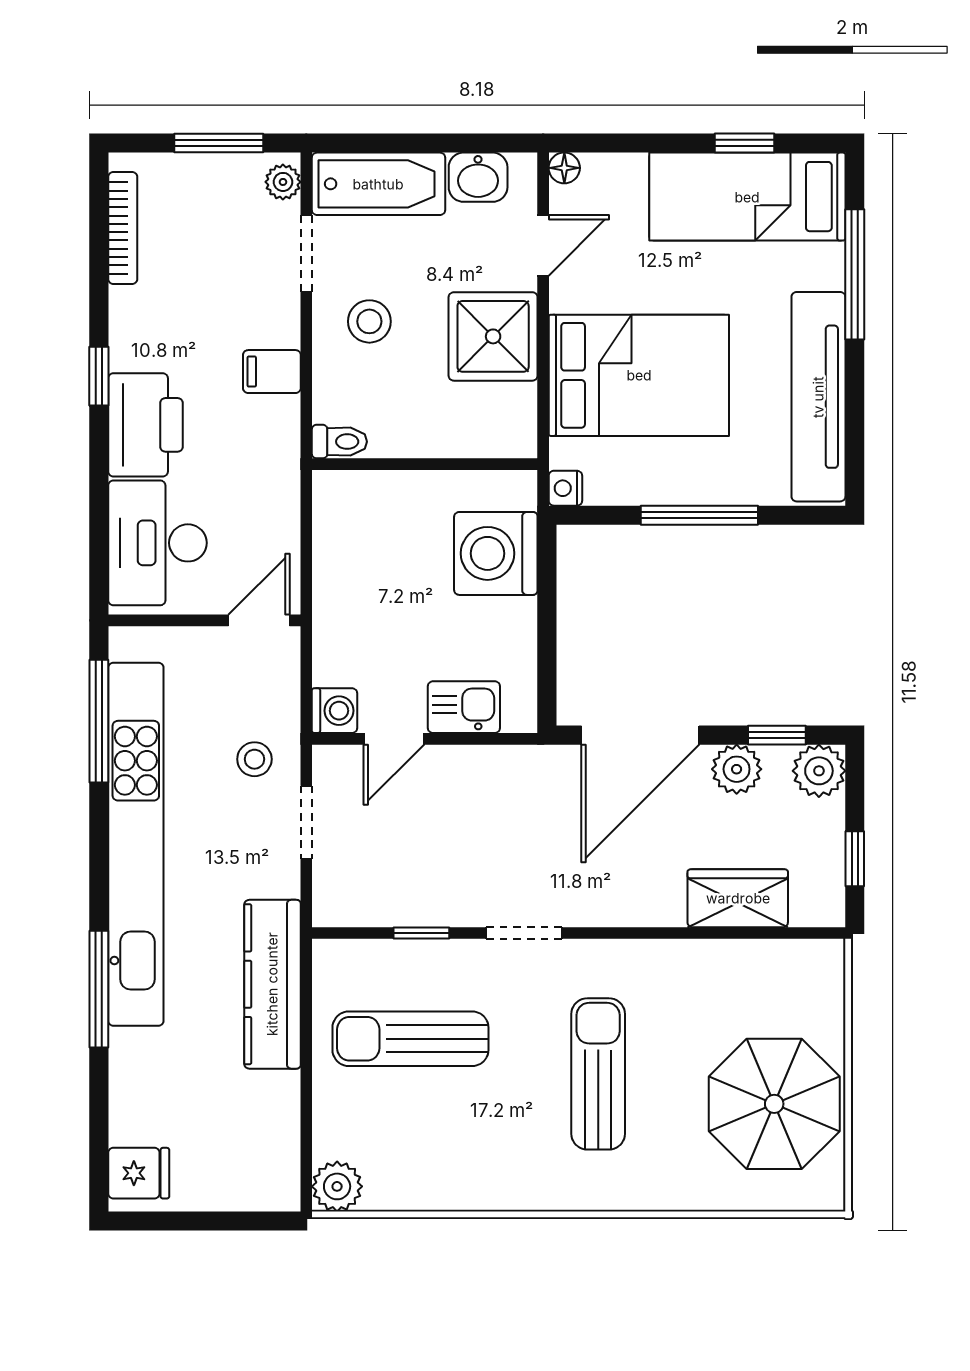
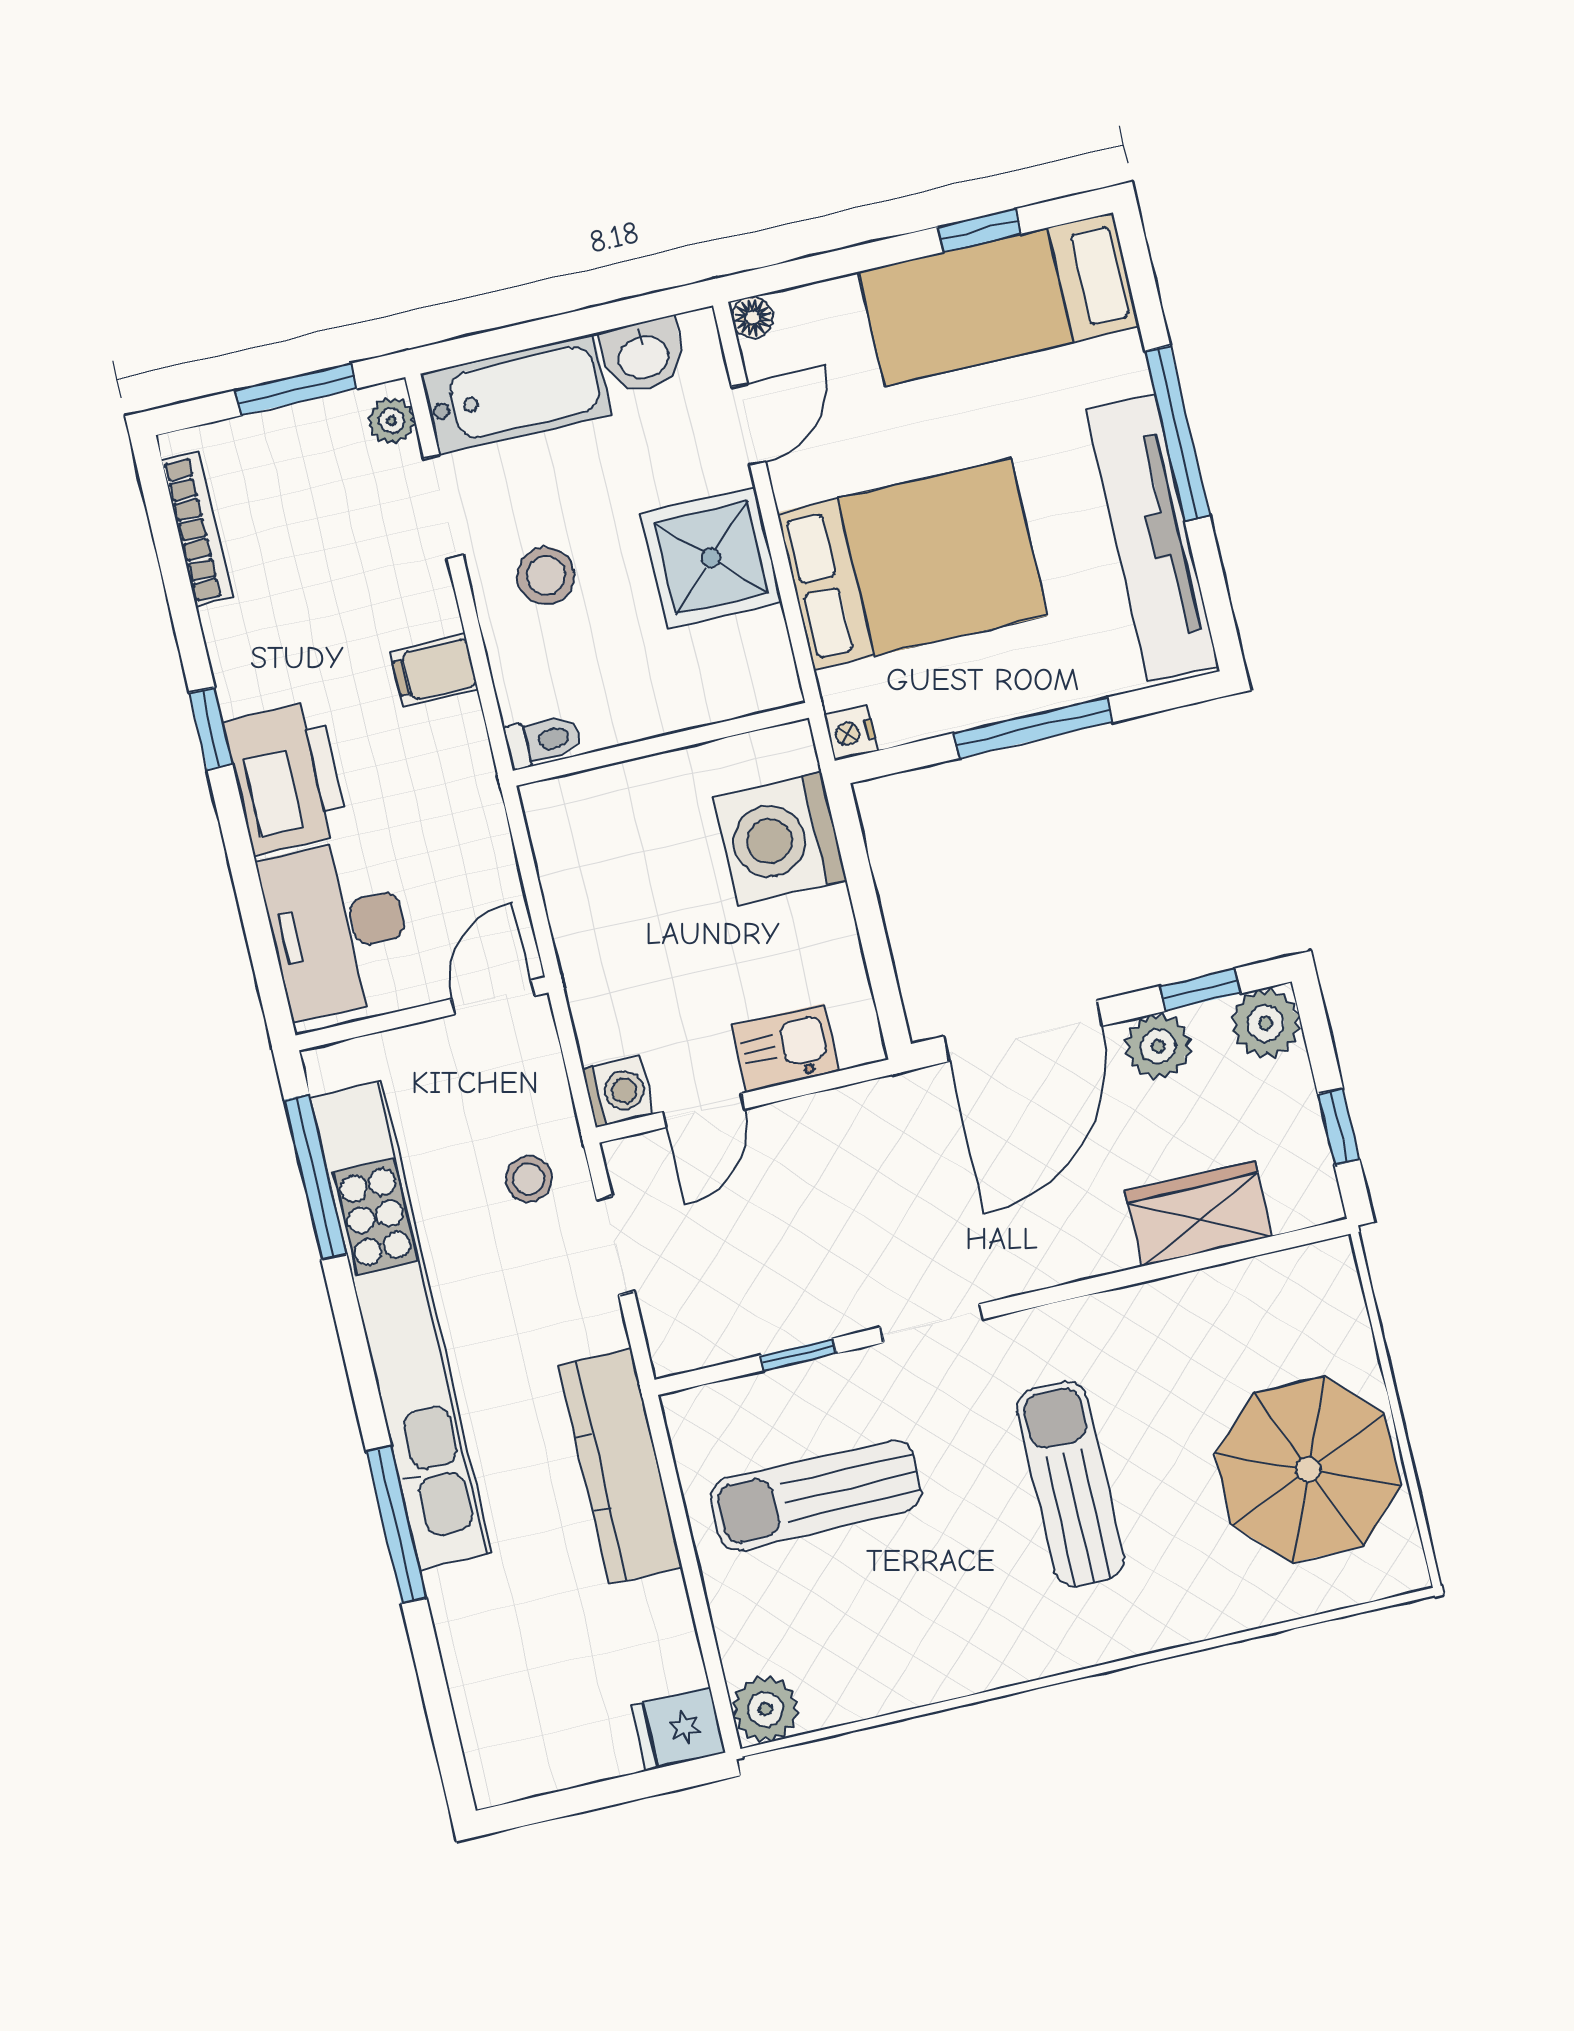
window: (855, 274) -> (1177, 433), moved
fridge: (139, 1173) -> (678, 1729), moved, turned 180

